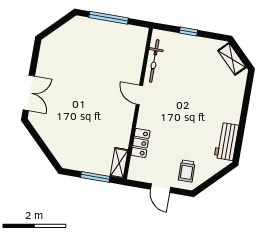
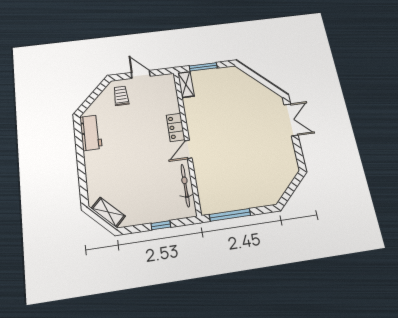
window: (109, 18) -> (230, 215), moved
double door: (29, 93) -> (291, 120), swing flipped
door: (139, 95) -> (188, 149), swing flipped
locker: (140, 143) -> (176, 127), moved

